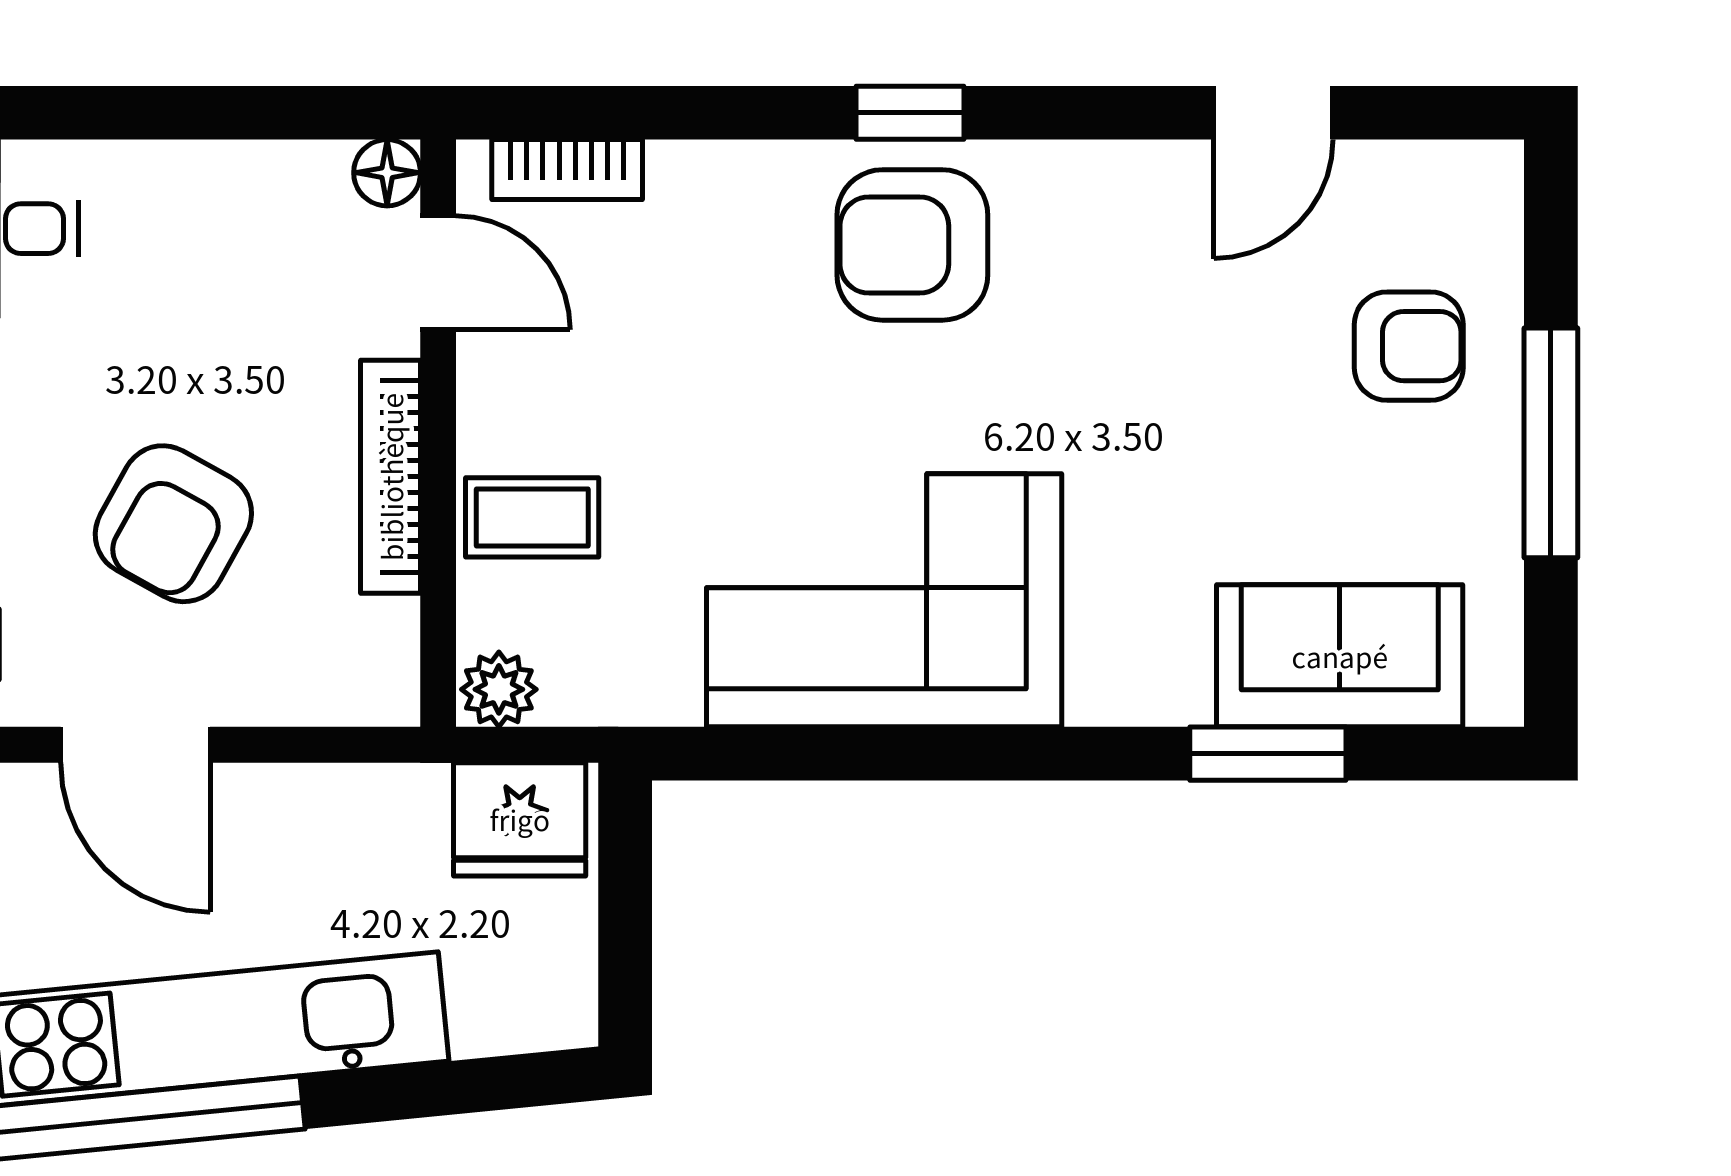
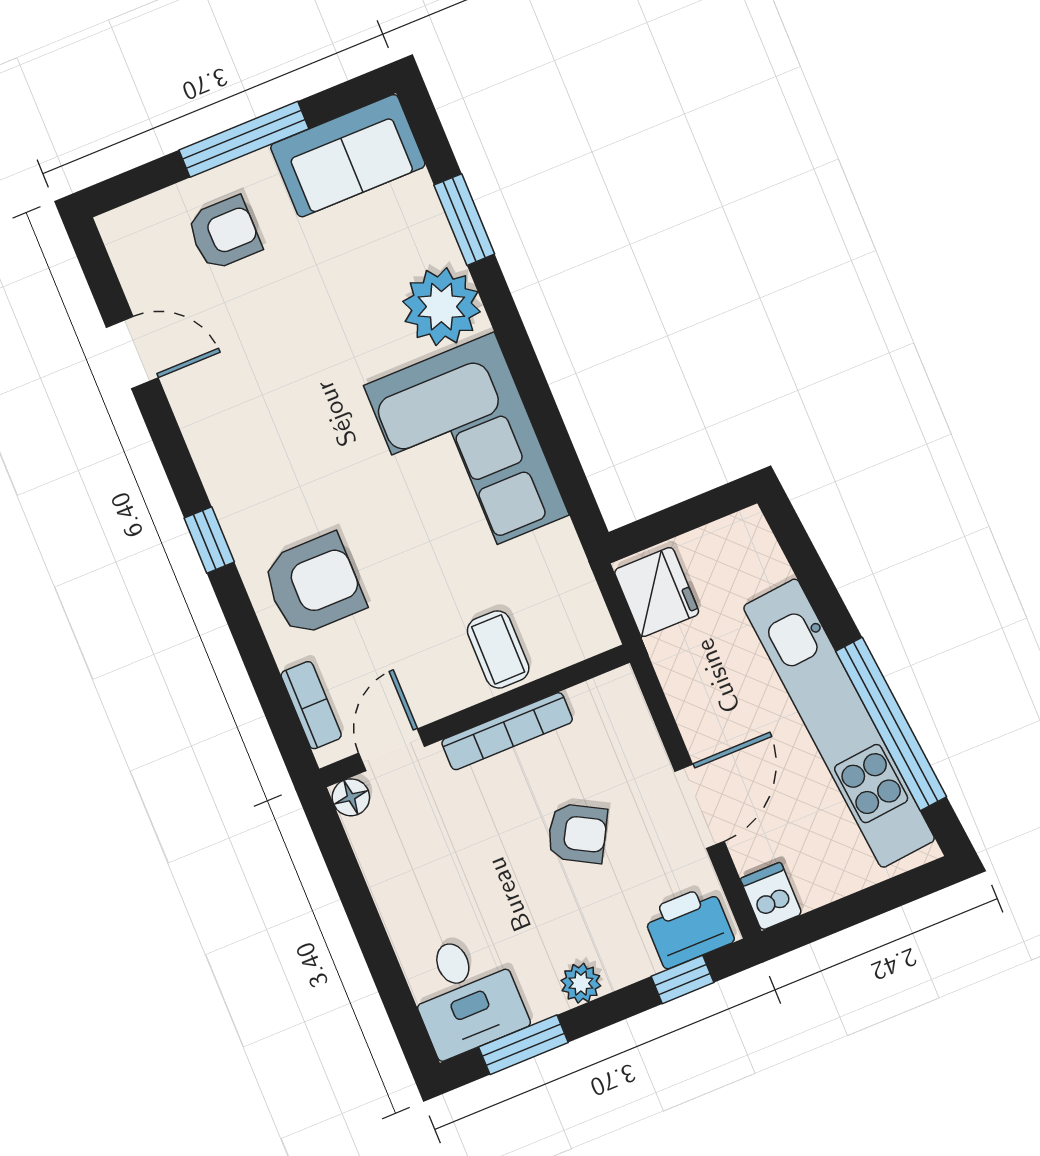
armchair: (912, 245) -> (314, 585), moved, turned -90
armchair: (1409, 346) -> (224, 233), turned 90
armchair: (173, 524) -> (577, 833), width x0.72, depth x0.72
sofa: (1340, 656) -> (348, 156), moved, turned -90
plant: (499, 689) -> (441, 307), moved, width x1.87, depth x1.87

